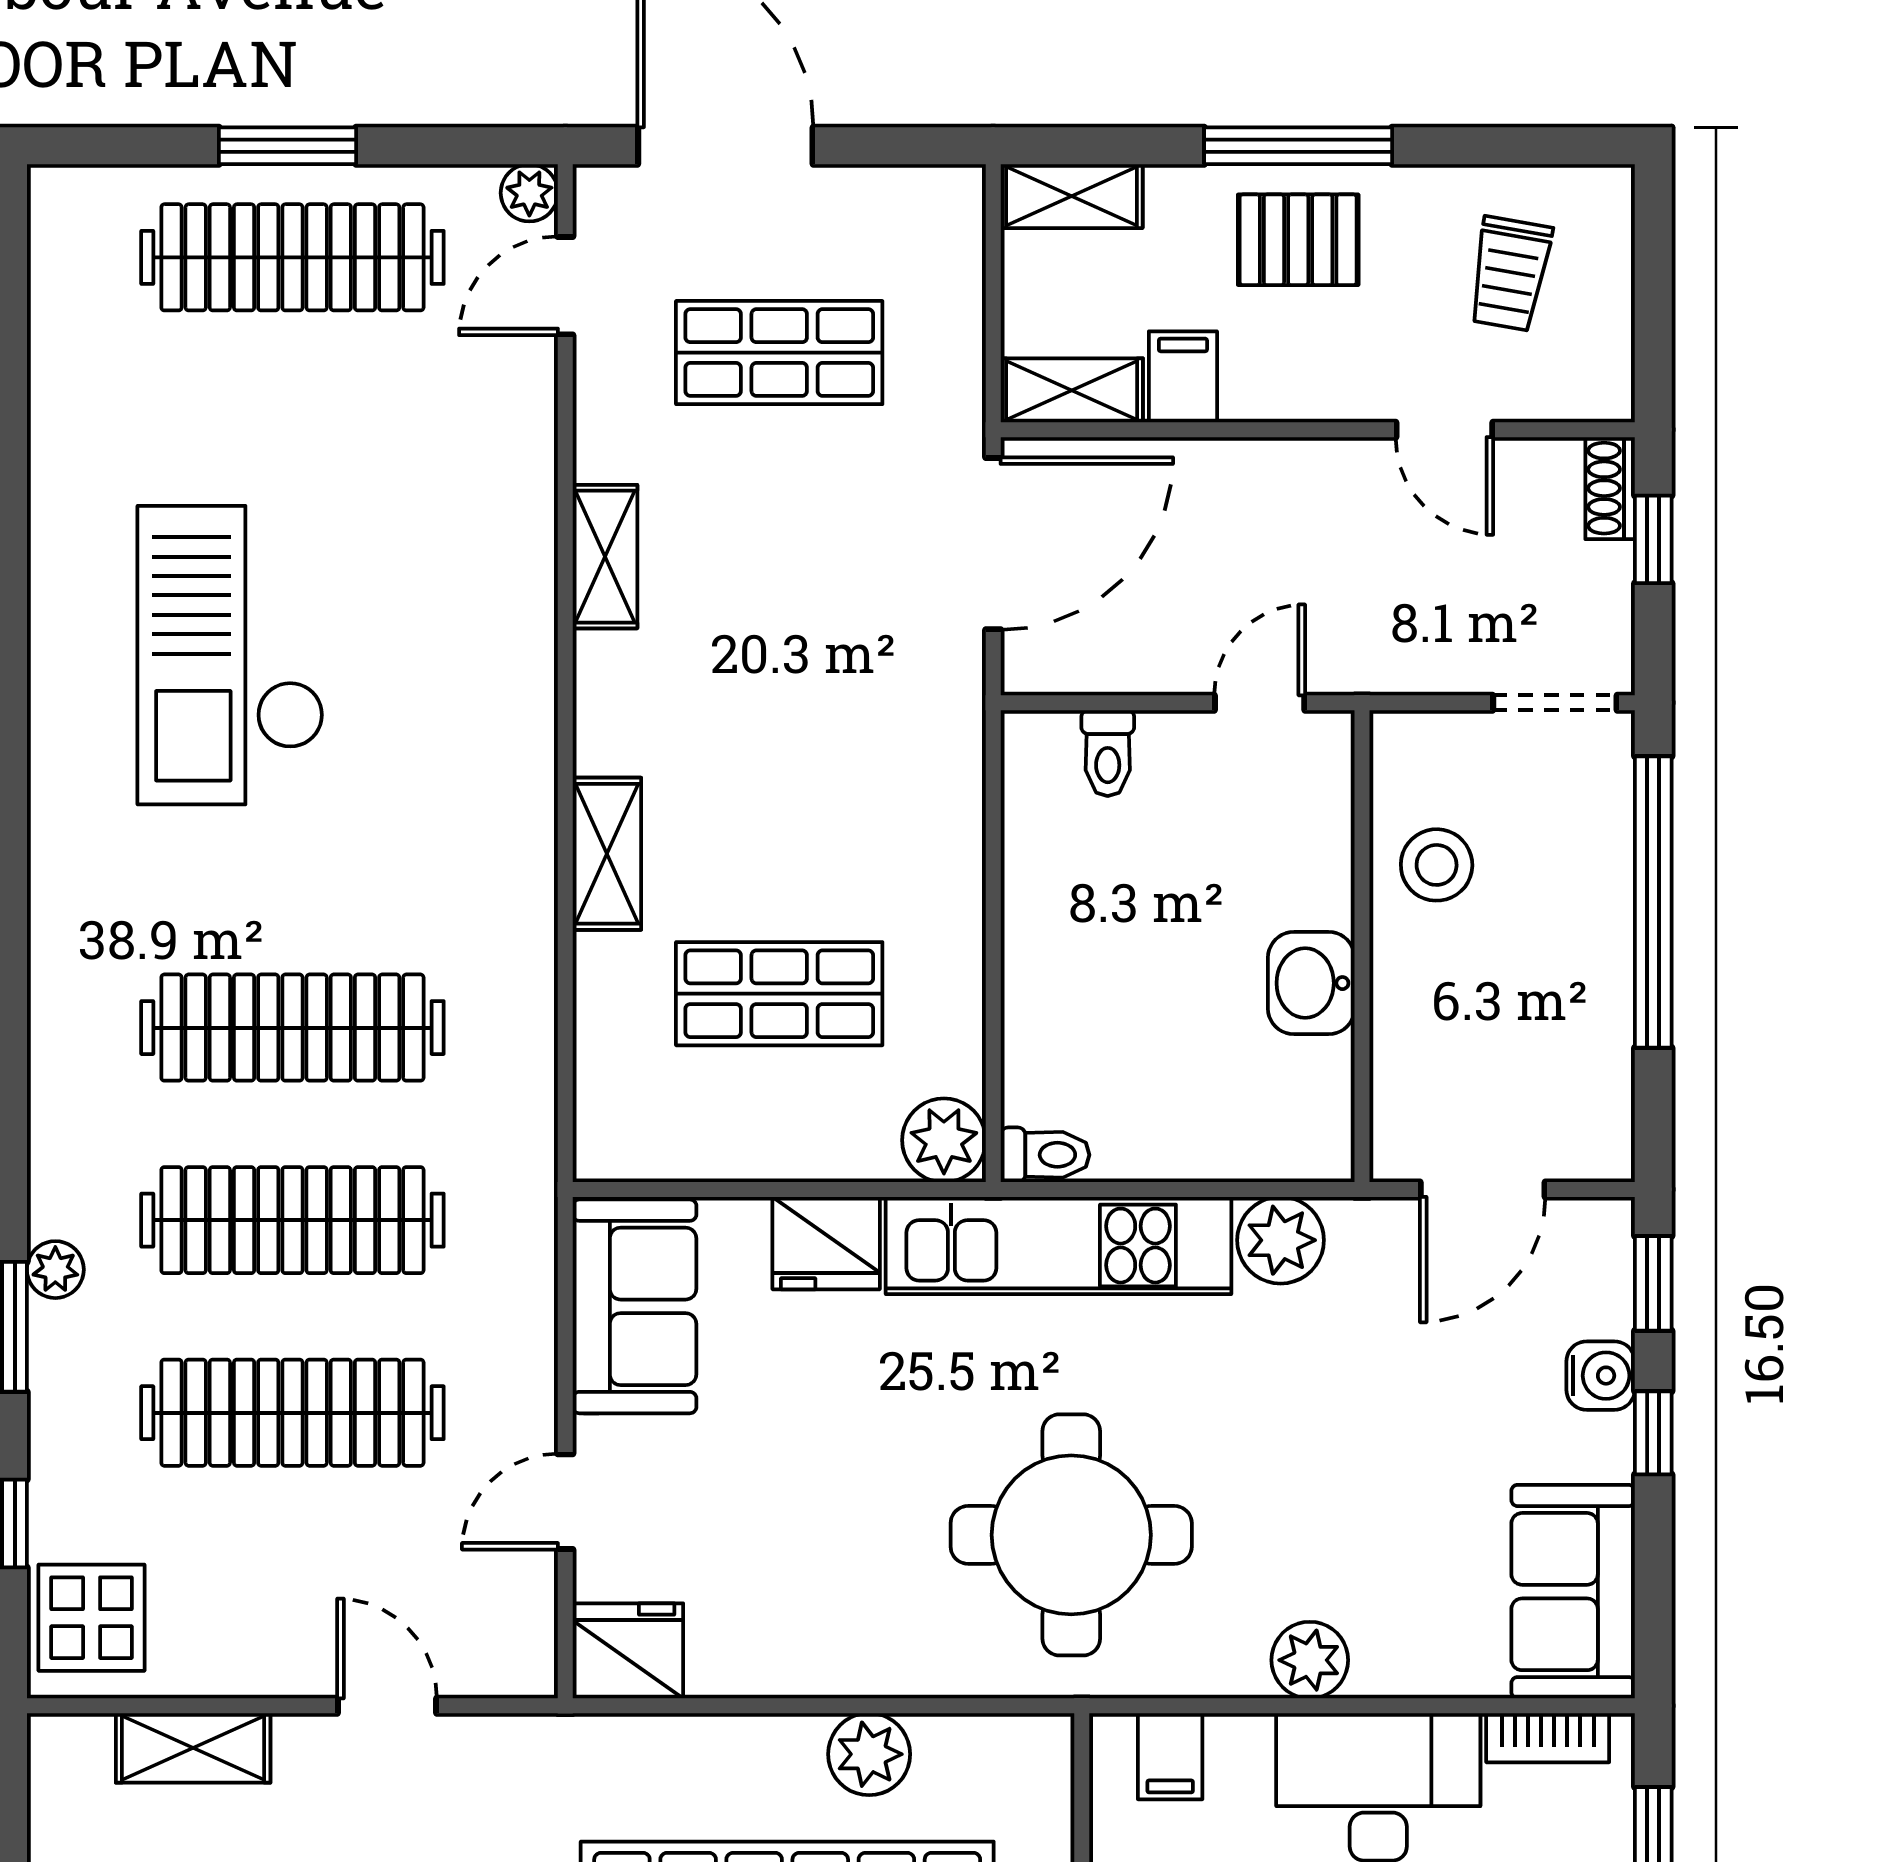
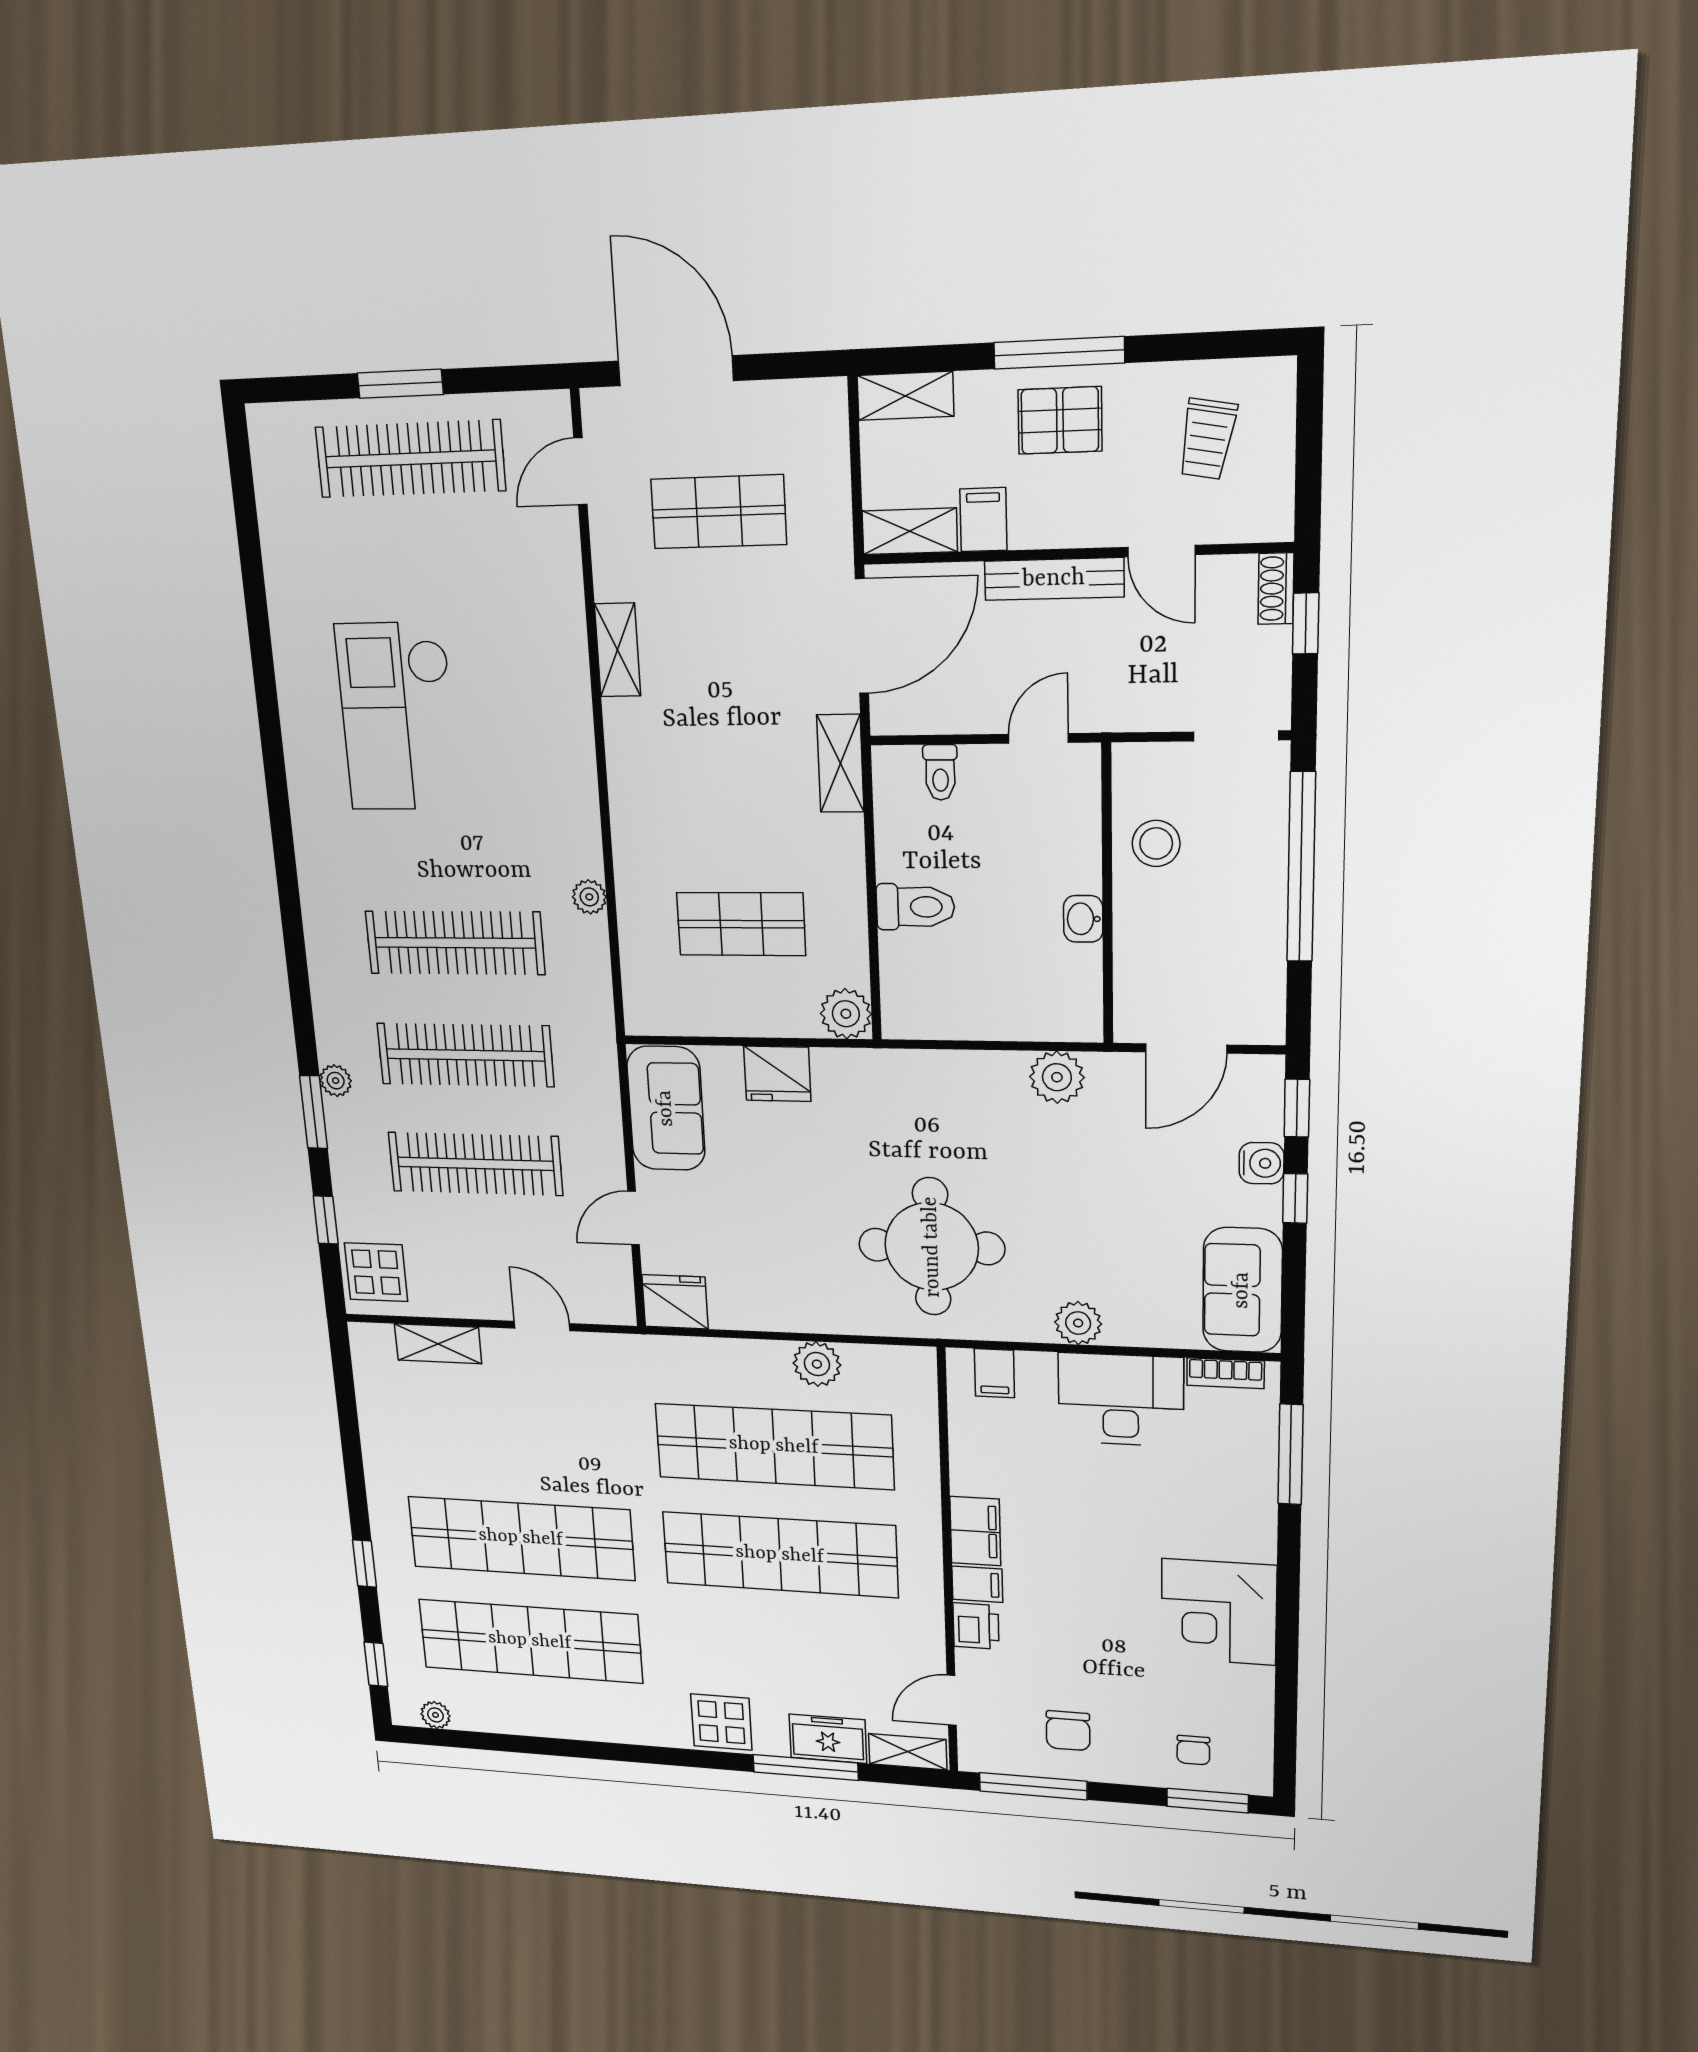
plant: (529, 193) -> (589, 897), moved
bench: (1287, 466) -> (1054, 579), added
shelving: (607, 854) -> (840, 763), moved
washbasin: (1311, 983) -> (1083, 919), width x0.72, depth x0.69
toilet: (1045, 1155) -> (915, 907), moved, width x1.37, depth x1.39
kitchen unit: (1058, 1246) -> (919, 1078), removed

